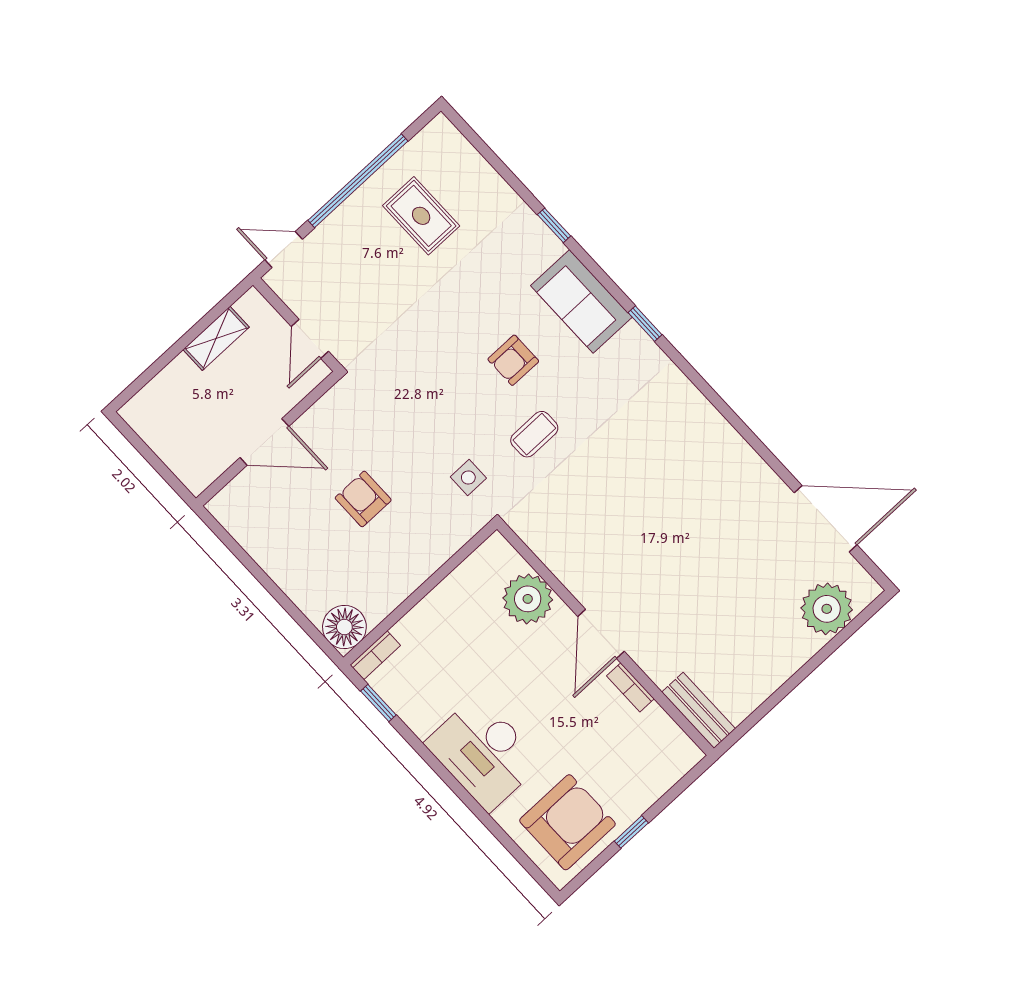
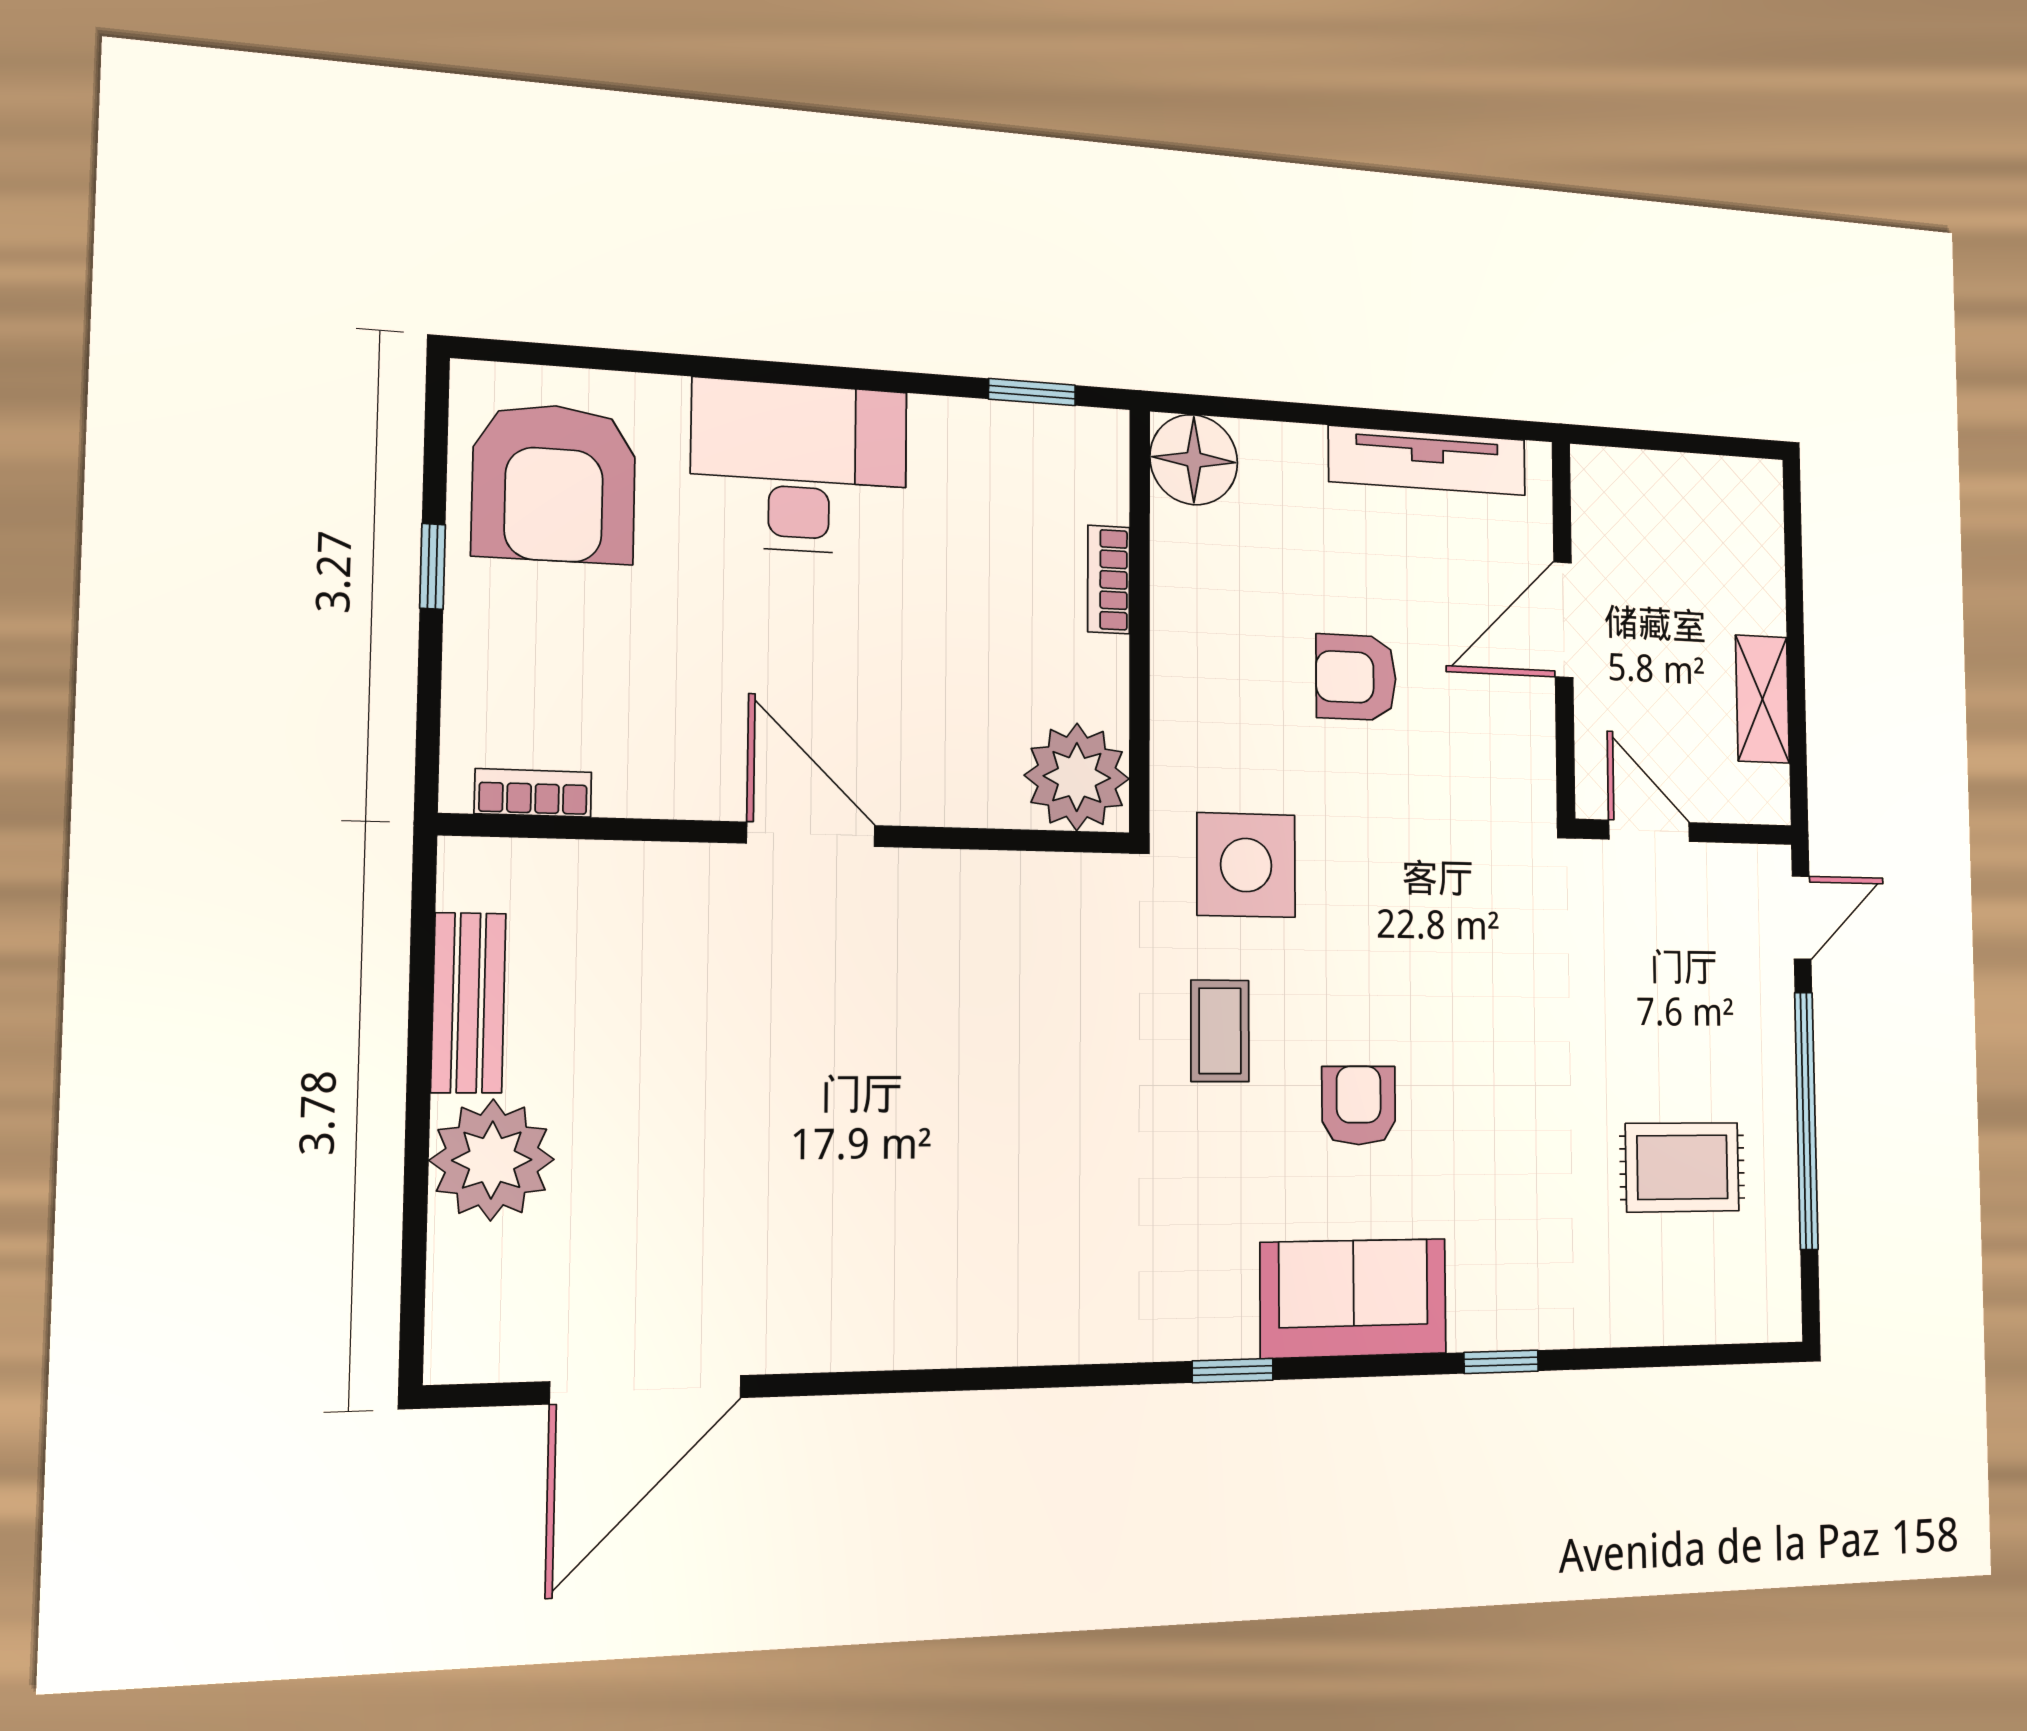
side table: (468, 478) -> (1246, 865), width x1.87, depth x1.87
armchair: (363, 499) -> (1356, 677), turned 180
tv unit: (258, 545) -> (1428, 461), added
plant: (528, 599) -> (1077, 777), moved
plant: (827, 609) -> (492, 1160), moved
bookcase: (375, 655) -> (1109, 580), moved
bookcase: (630, 687) -> (533, 793), moved
bench: (699, 710) -> (468, 1003), moved, turned 90

